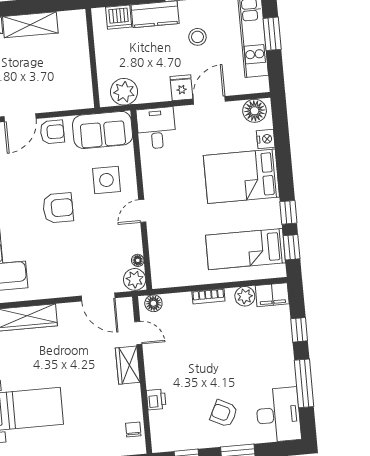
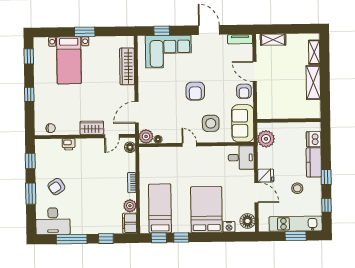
armchair: (224, 413) -> (56, 187), turned -149

